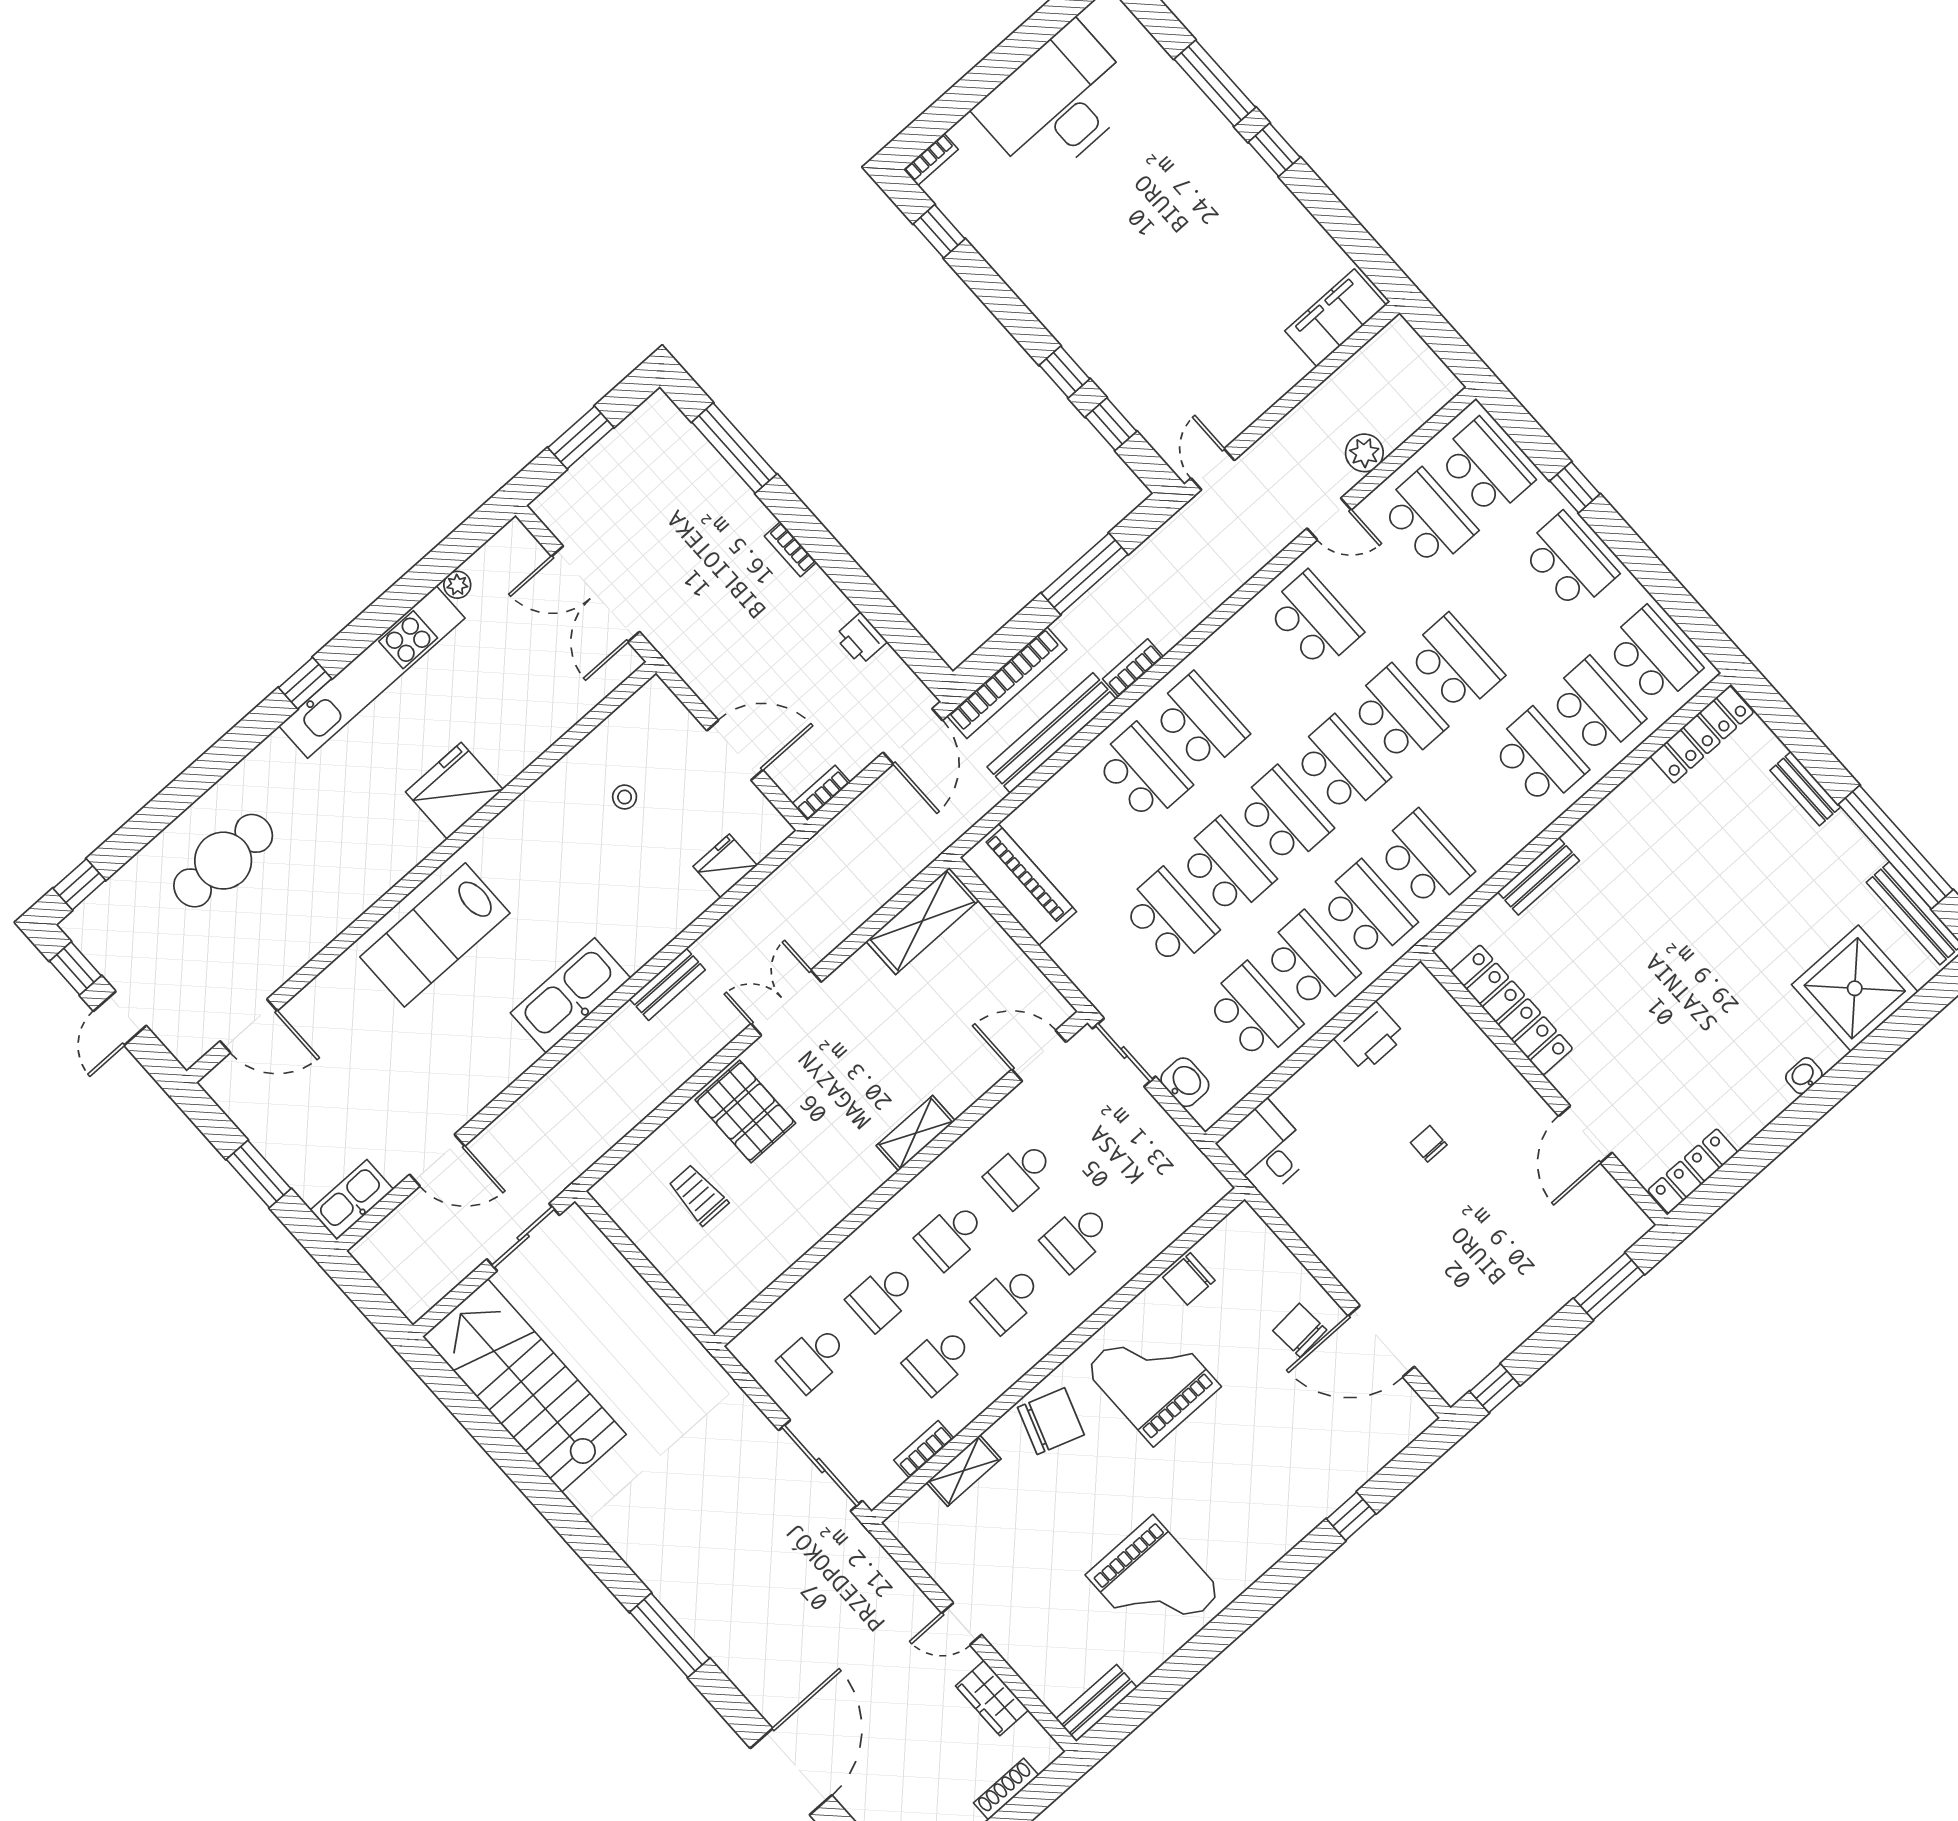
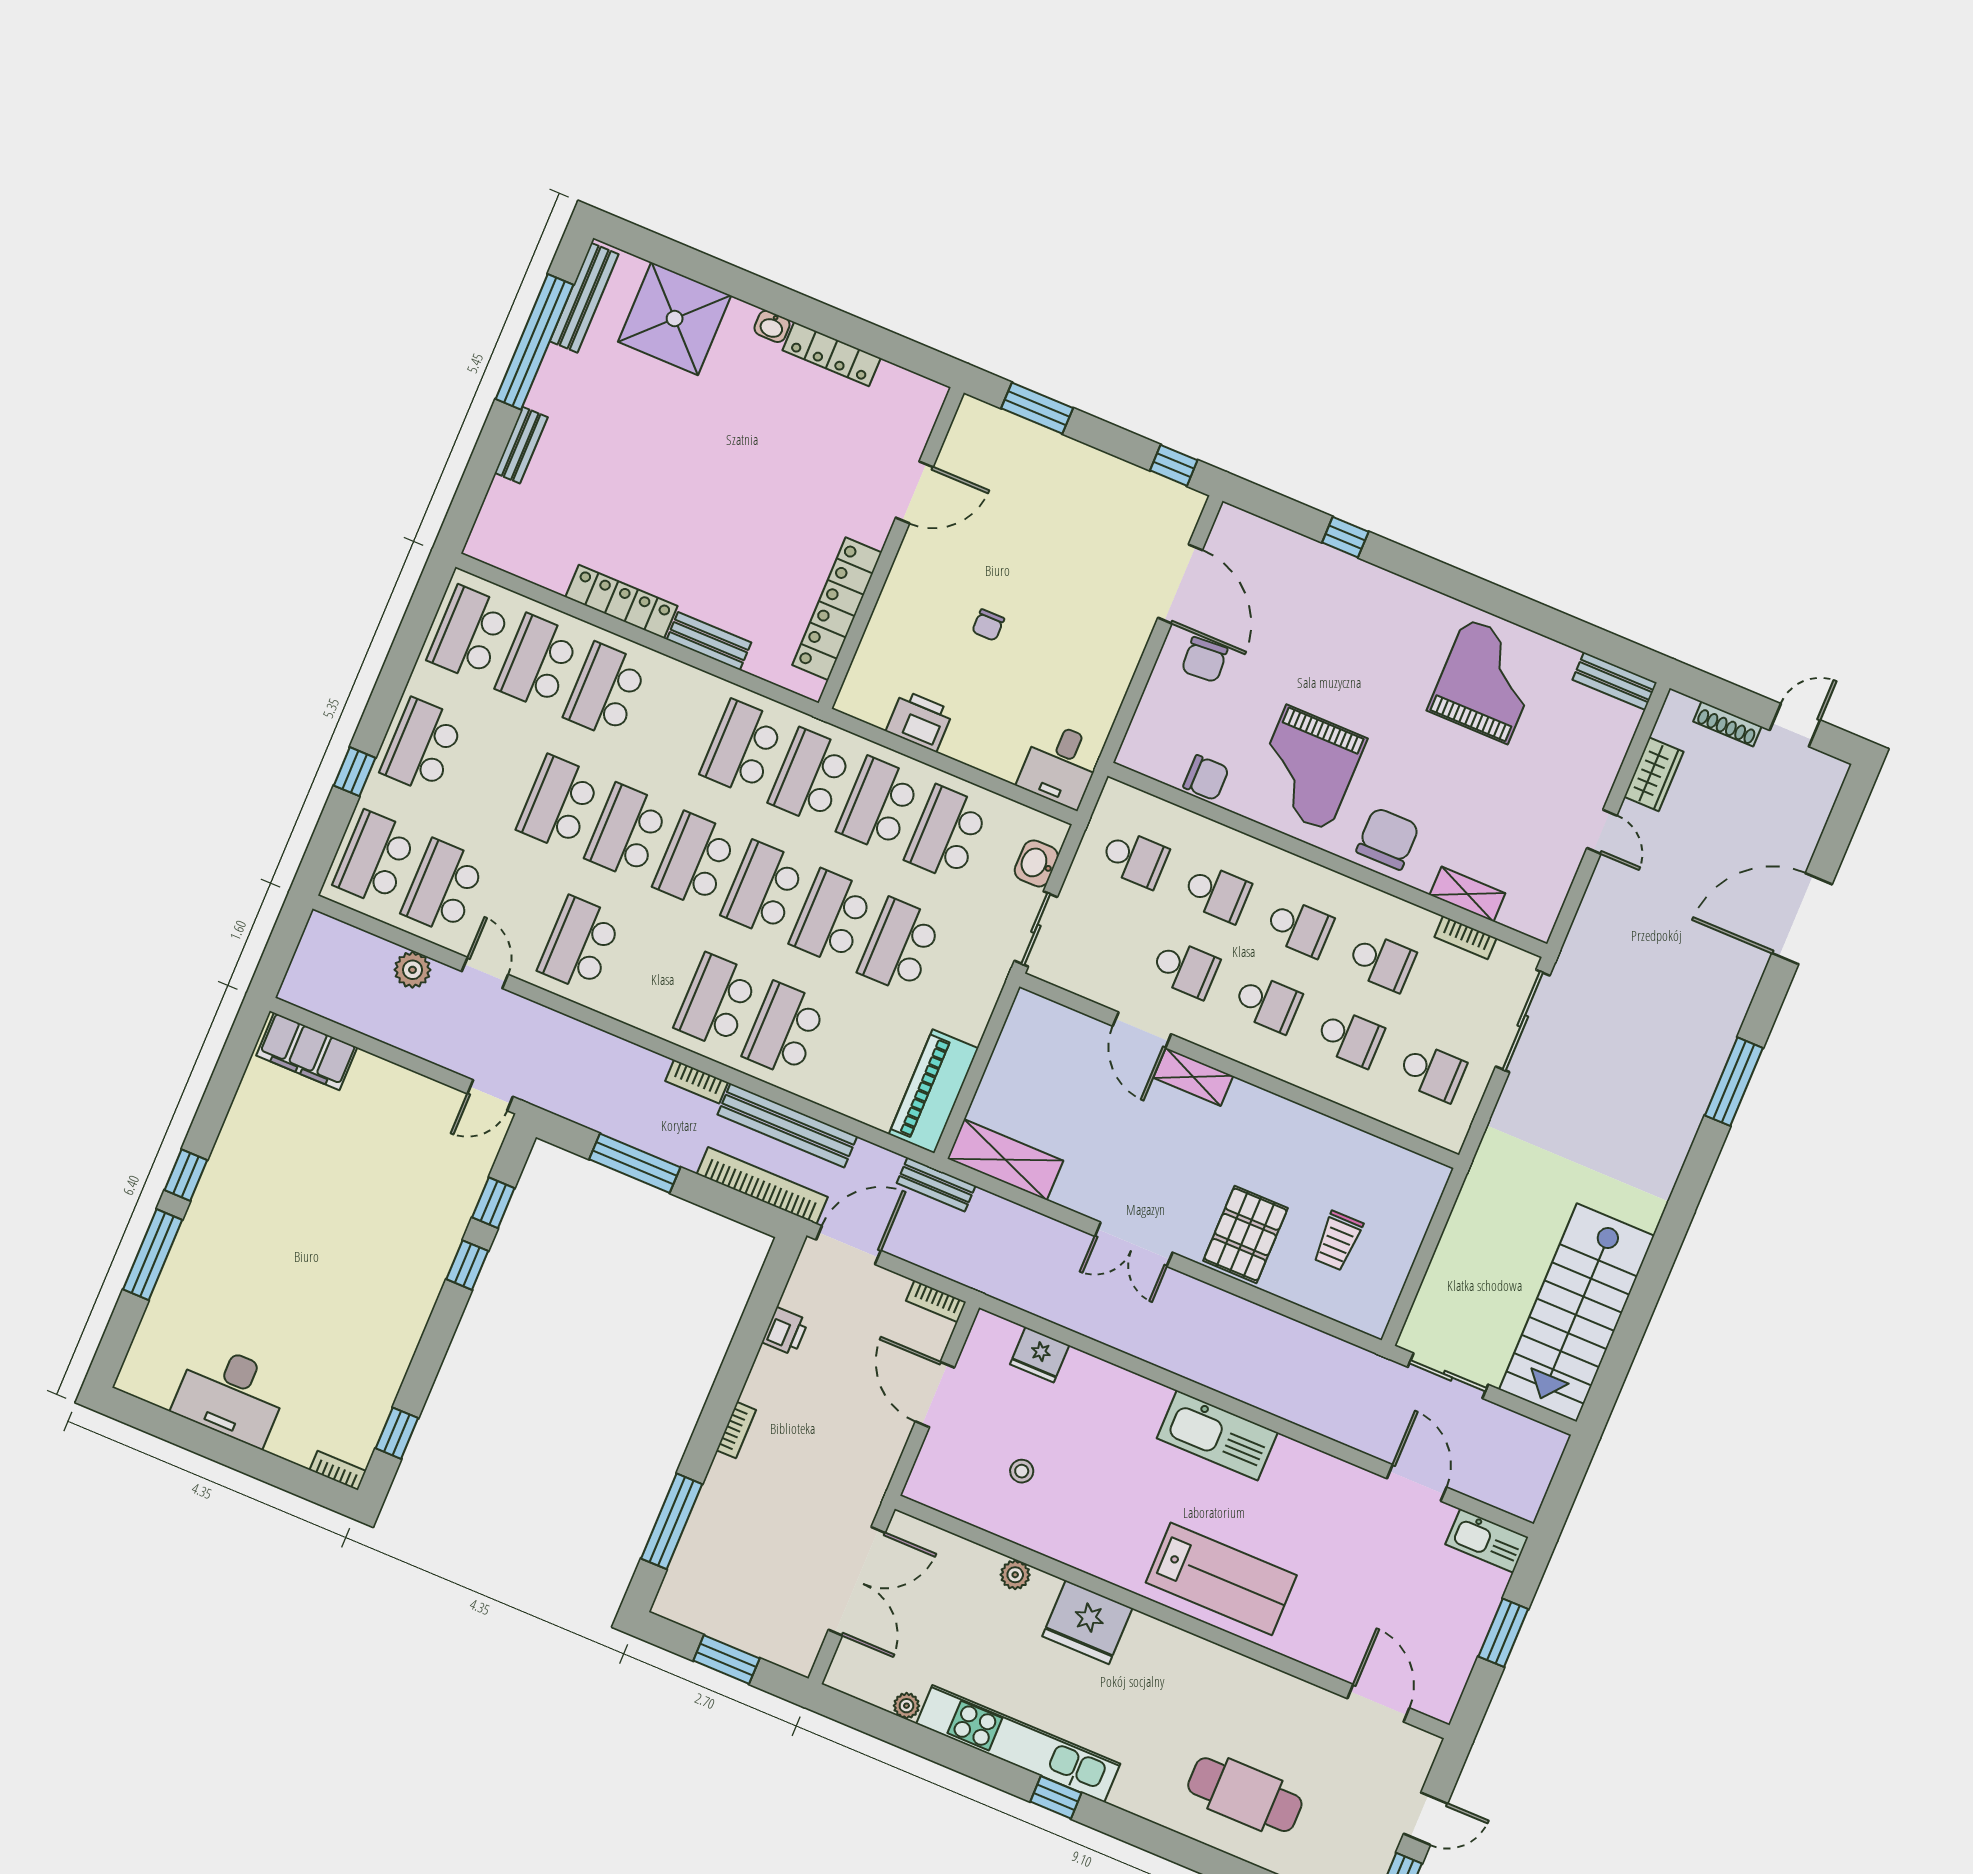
desk: (1058, 103) -> (231, 1394), width x0.73, depth x0.77
locker: (1702, 734) -> (621, 602), moved
plant: (531, 745) -> (1015, 1575), added
bench: (667, 984) -> (936, 1184), moved
door: (1039, 1056) -> (1142, 1030), moved
locker: (1693, 1171) -> (832, 354), moved
school desk: (1145, 1176) -> (1135, 859), added
chair: (1051, 1421) -> (1388, 839), turned 71

